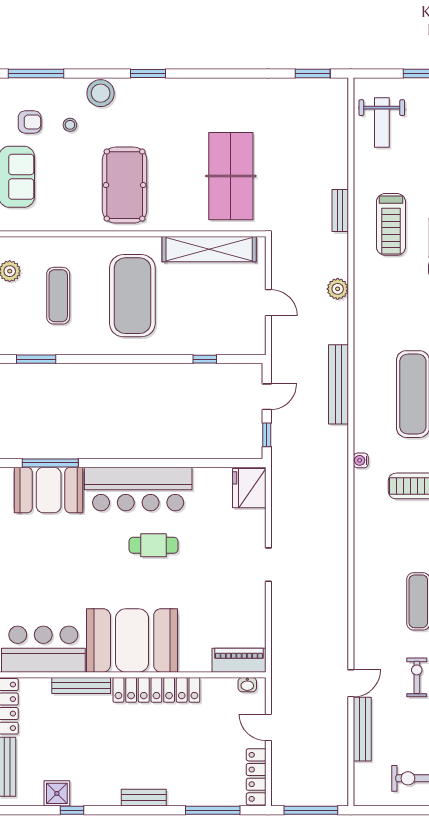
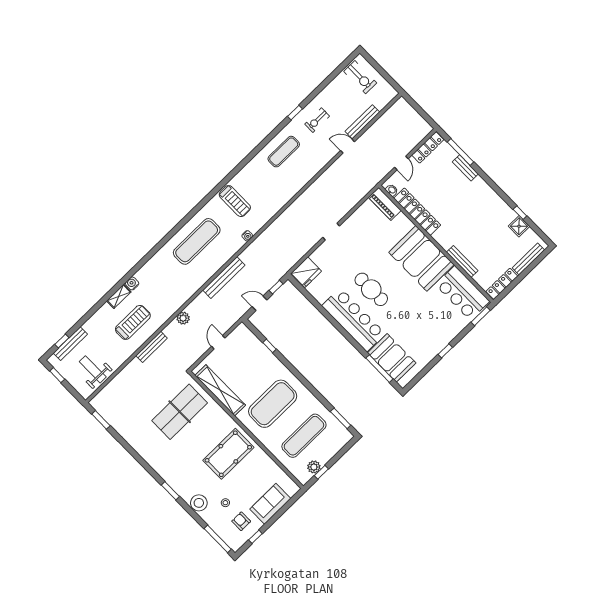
weight bench: (382, 123) -> (93, 369), turned -90
bench: (340, 211) -> (152, 347), width x1.36
exercise mat: (58, 296) -> (304, 436), width x1.36, depth x1.45
cafe table: (154, 545) -> (371, 289), width x1.37, depth x1.35
locker: (156, 690) -> (417, 212), moved
bench: (144, 798) -> (465, 168), moved
window: (311, 810) -> (419, 110), removed

